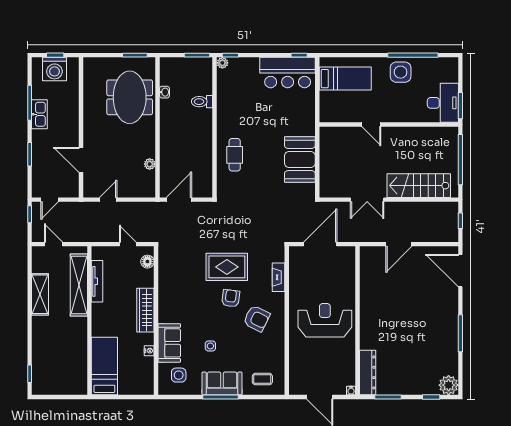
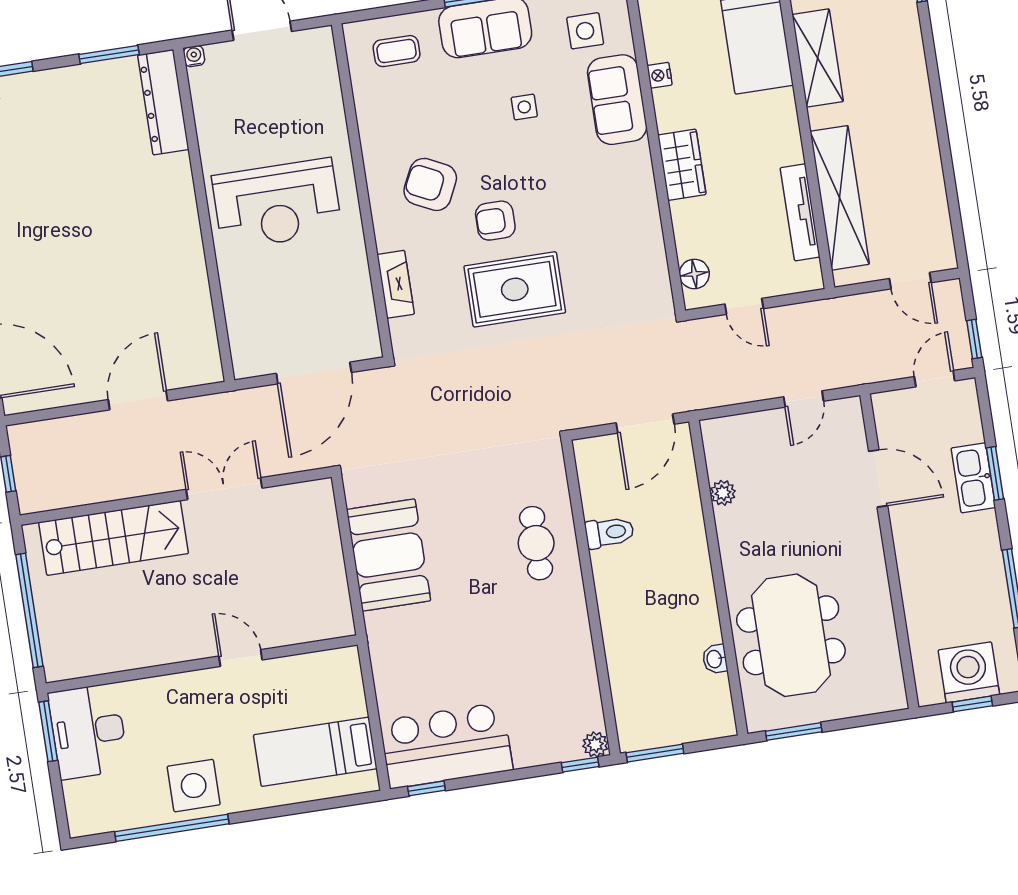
toilet: (202, 102) -> (609, 532), moved
kitchen sink: (39, 114) -> (973, 478), moved
shelving: (40, 294) -> (818, 58), moved
armchair: (231, 298) -> (495, 221), turned 83
wardrobe: (145, 310) -> (682, 165), width x0.67

